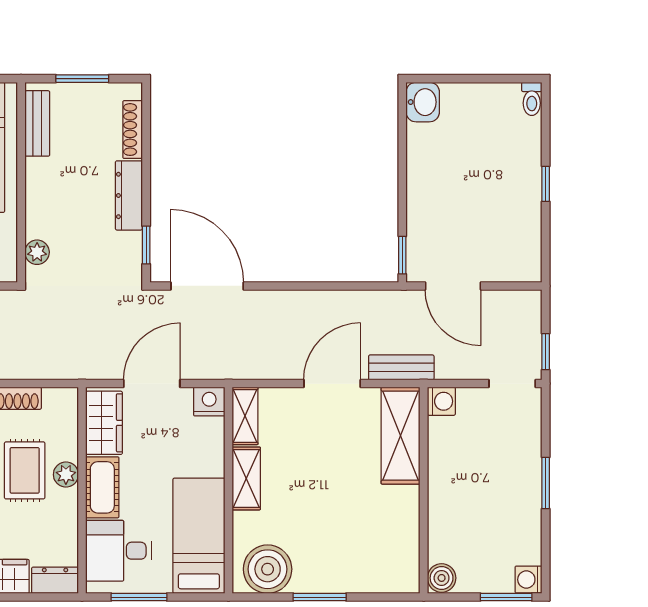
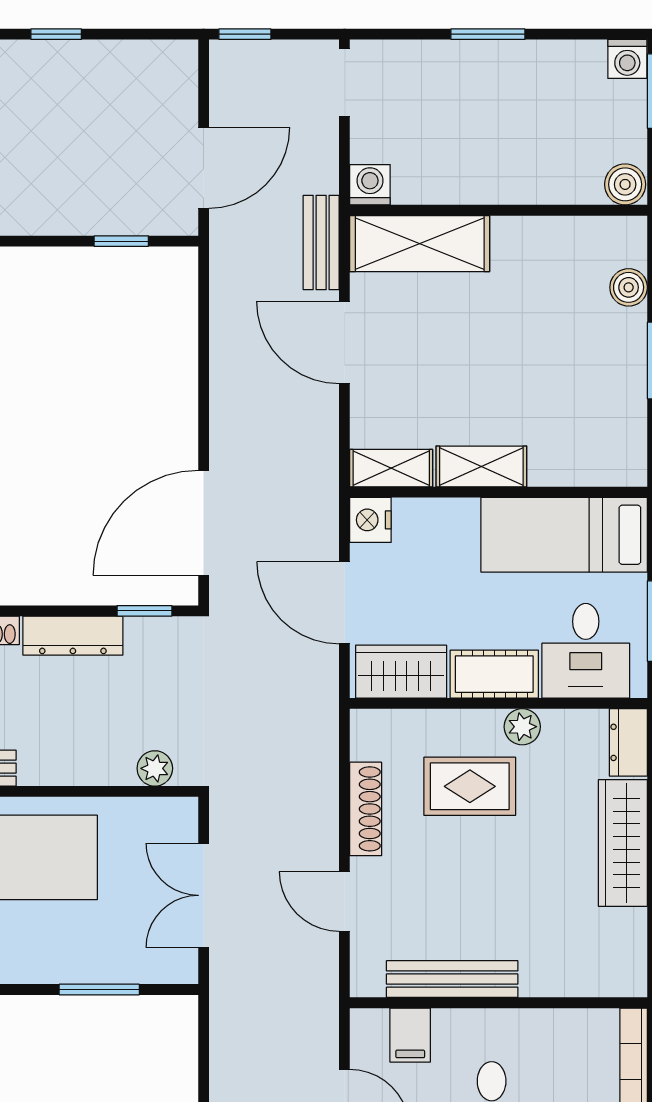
window: (402, 255) -> (121, 241), moved
window: (546, 352) -> (245, 34), moved
plant: (66, 475) -> (522, 727), moved
boiler: (268, 569) -> (629, 287), moved, width x0.54, depth x0.54

